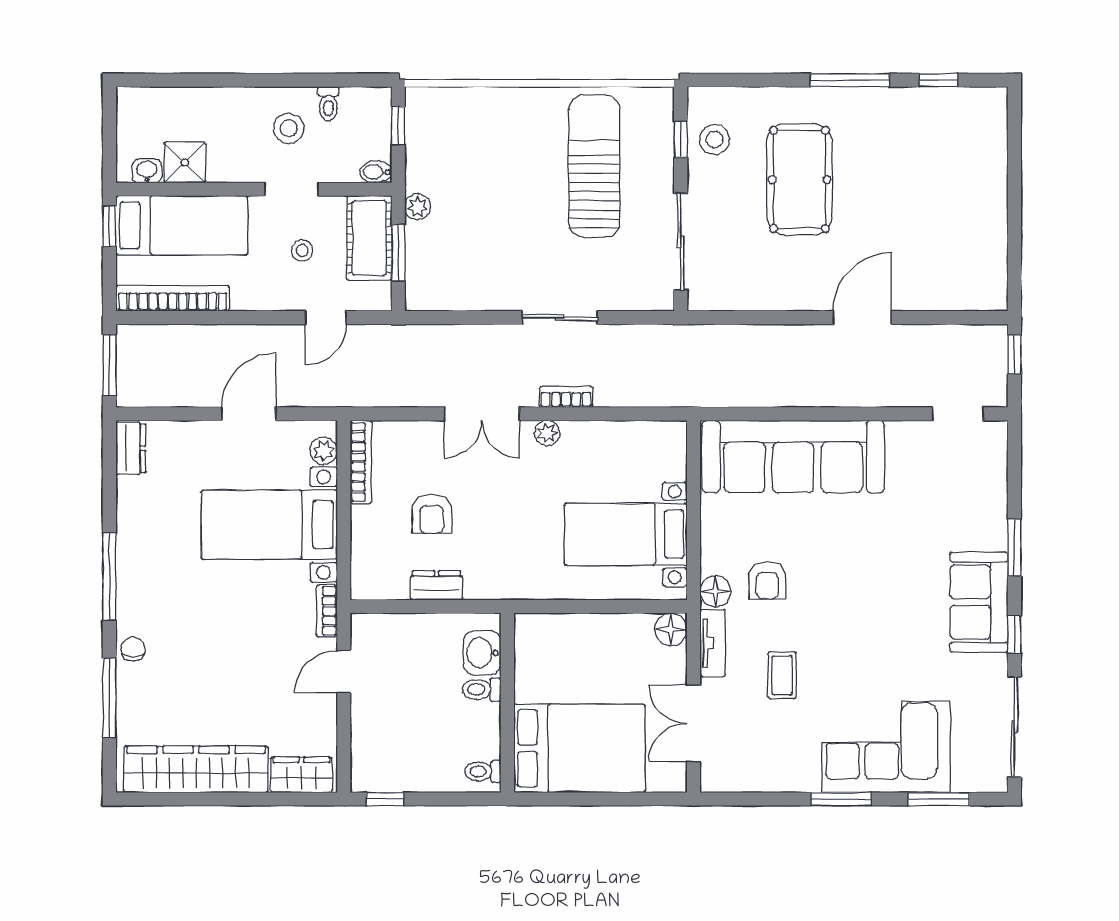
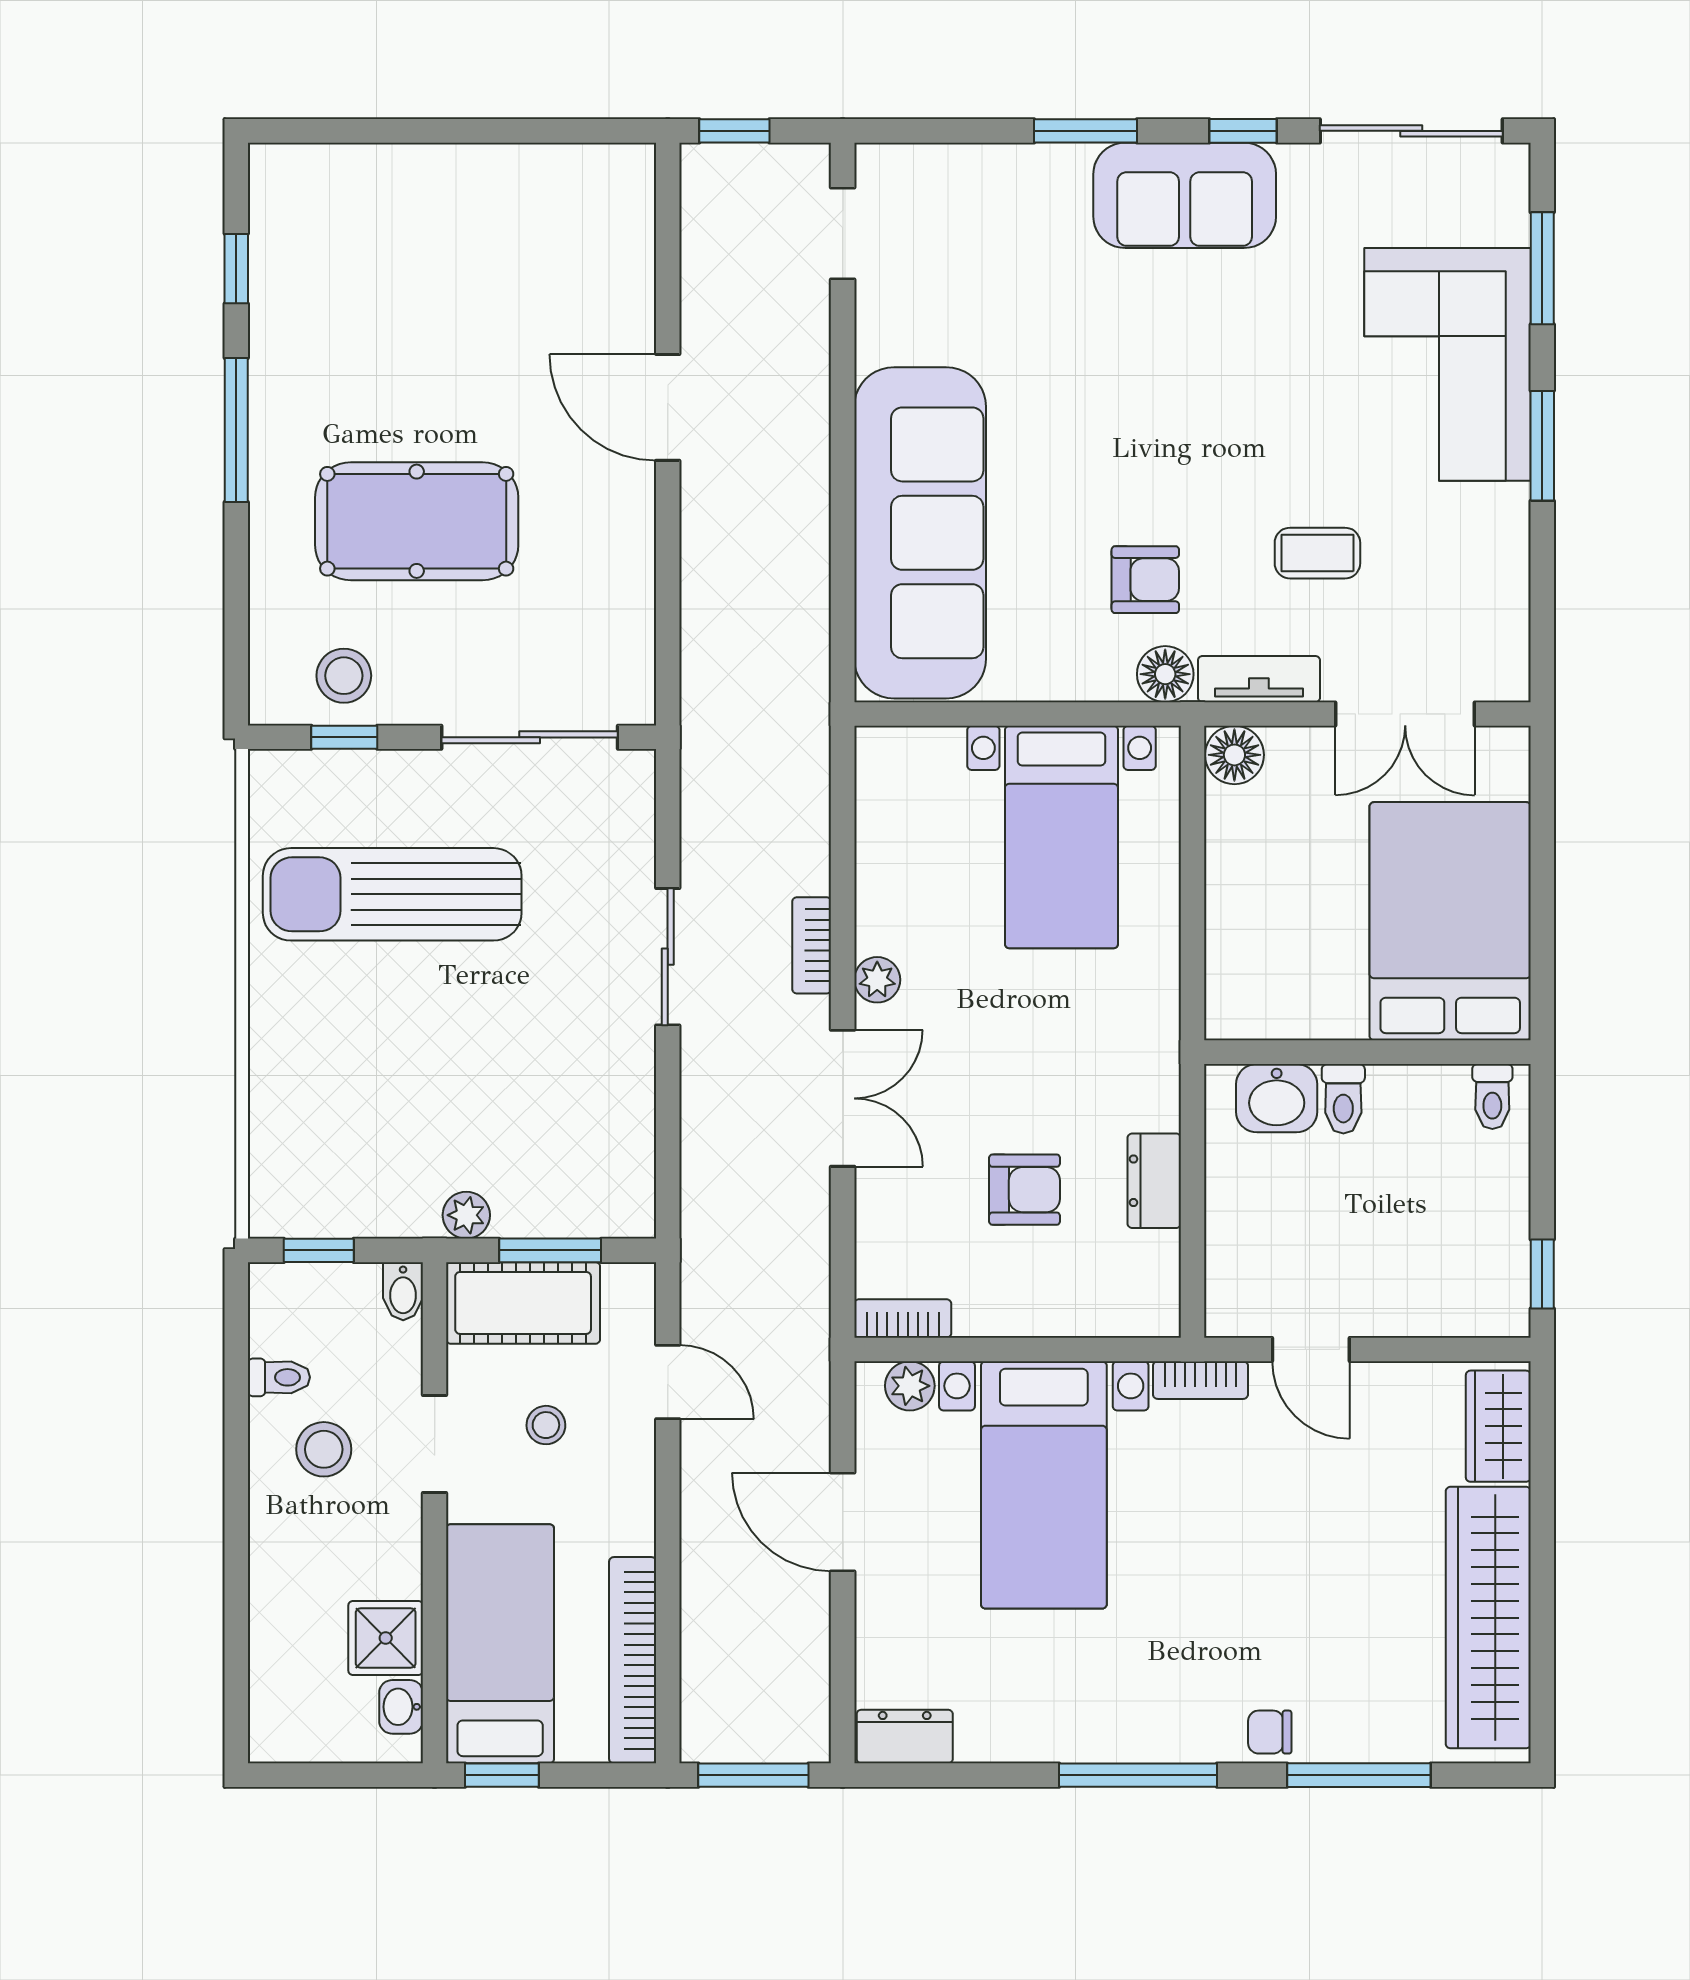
bookcase: (361, 462) -> (903, 1318), width x0.64

